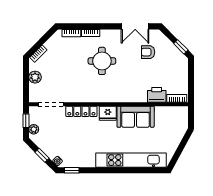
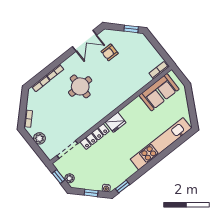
printer: (157, 95) -> (142, 79), removed
sofa: (136, 117) -> (159, 92), moved

